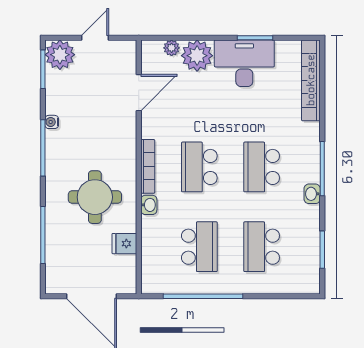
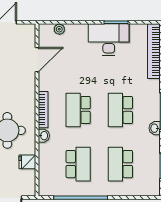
plant: (197, 56) -> (77, 34), removed

